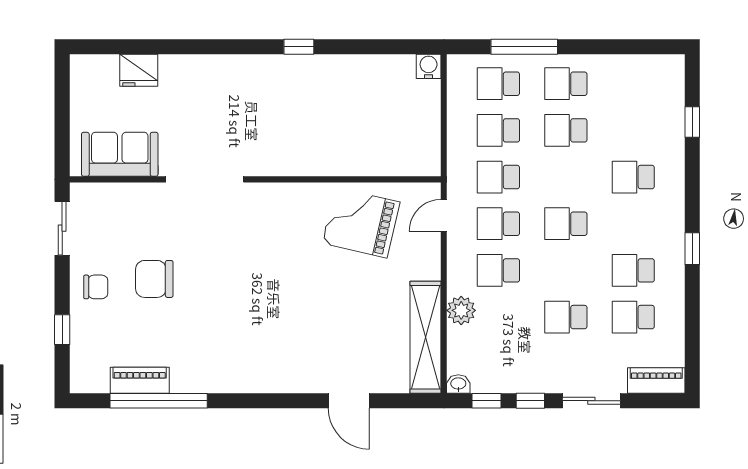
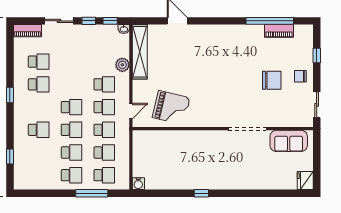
fridge: (139, 70) -> (305, 180), moved, turned -90
school desk: (566, 317) -> (71, 130), moved

